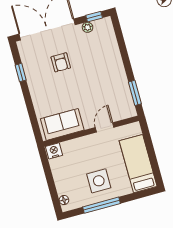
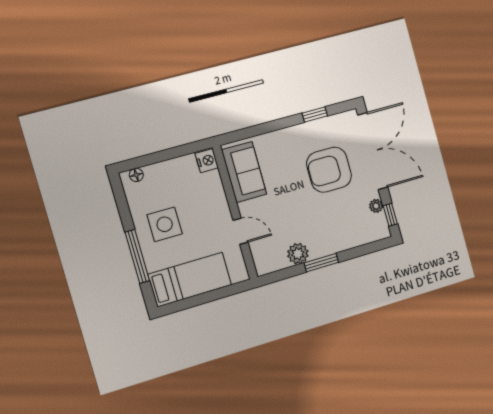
armchair: (61, 62) -> (329, 170), width x1.88, depth x1.88
plant: (121, 86) -> (298, 254), added
window: (135, 93) -> (321, 263), moved
window: (101, 205) -> (137, 256), moved

